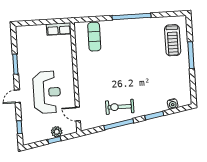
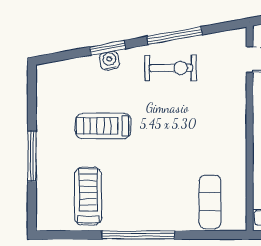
treadmill: (173, 40) -> (88, 196), moved
treadmill: (154, 74) -> (103, 126), added
water cooler: (173, 104) -> (109, 61), moved

